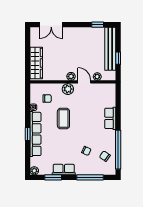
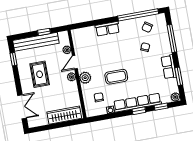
rug: (79, 47) -> (40, 74), added
window: (28, 156) -> (161, 107), added

